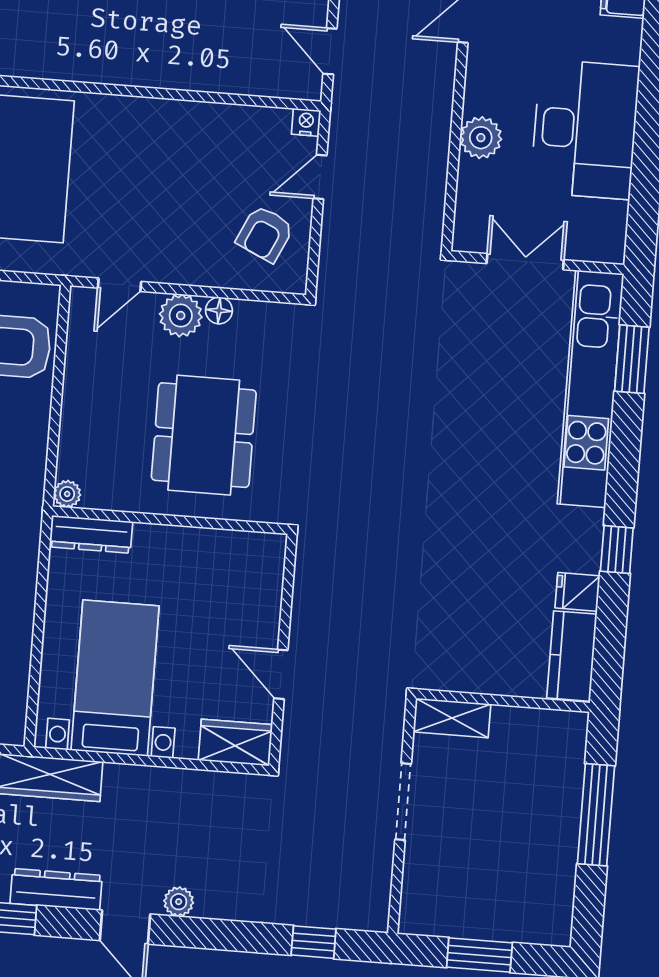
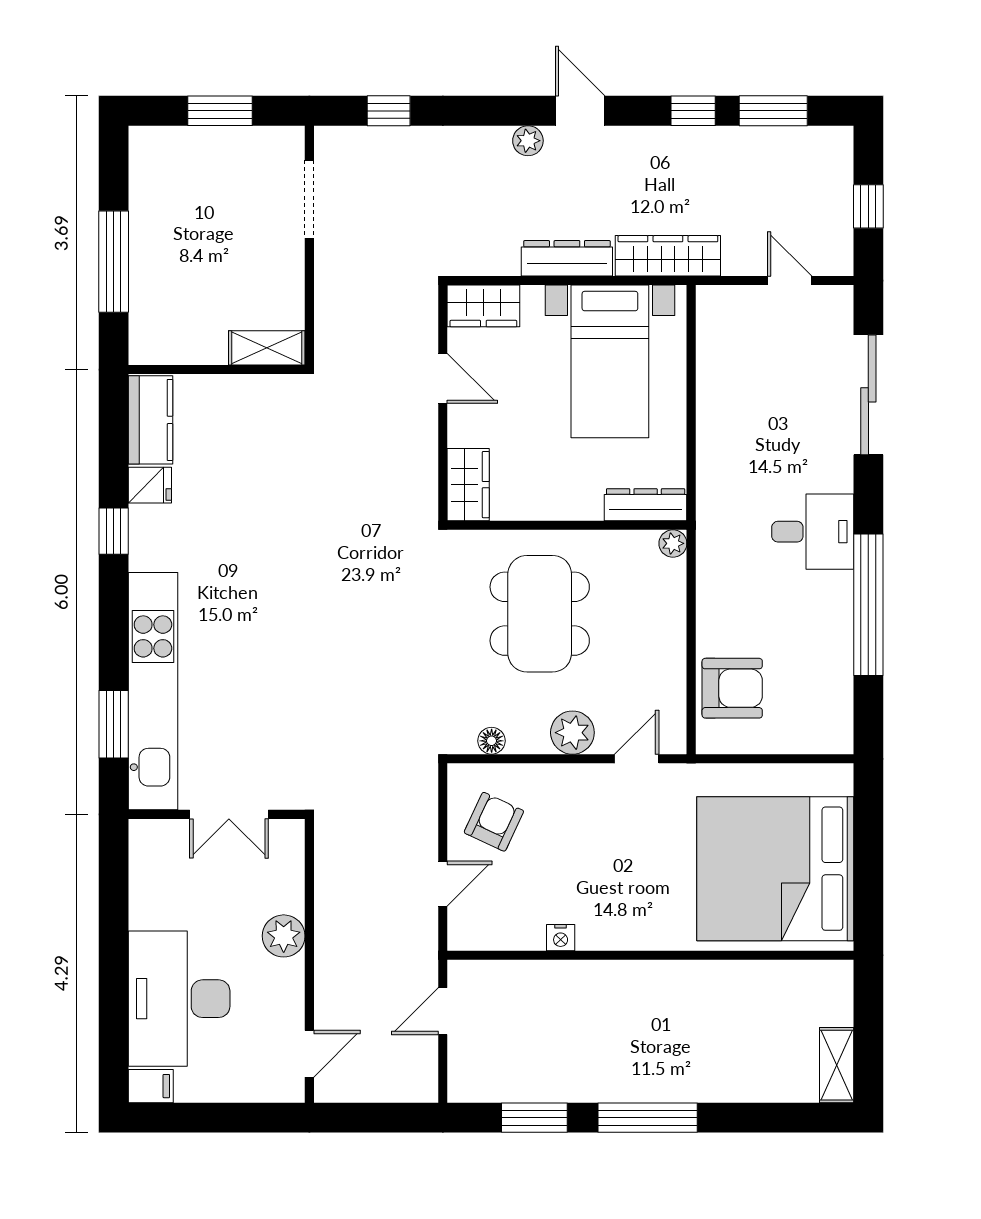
door: (330, 51) -> (443, 1011), swing flipped
nightstand: (306, 122) -> (561, 938), moved
desk: (585, 129) -> (179, 999), moved
floor lamp: (219, 310) -> (492, 741), moved
wardrobe: (264, 568) -> (468, 485), added
doorway: (403, 802) -> (309, 199), moved
dresser: (56, 889) -> (567, 258), moved, turned 180

